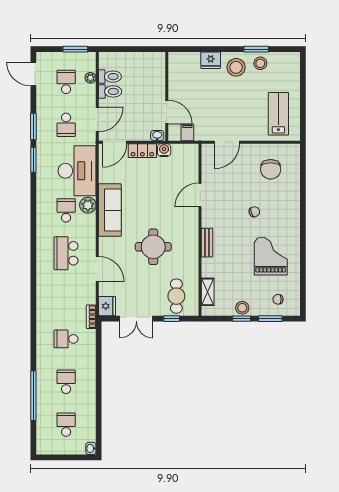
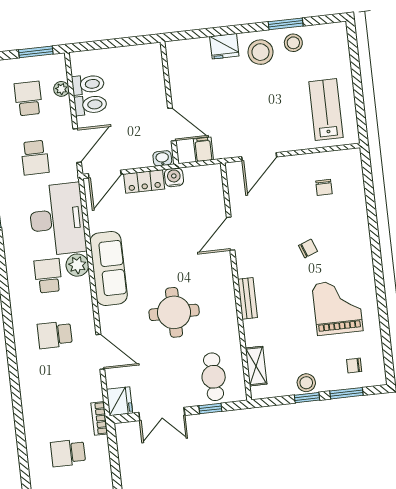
chair: (271, 169) -> (324, 187), width x0.54, depth x0.54
school desk: (66, 253) -> (55, 335), width x0.54

